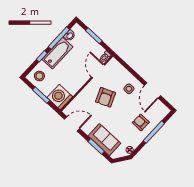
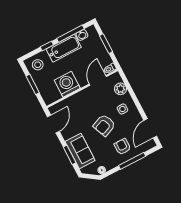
plant: (121, 72) -> (121, 89), added
door: (153, 90) -> (150, 128), moved
washing machine: (60, 97) -> (67, 84), moved
armchair: (106, 97) -> (104, 125), moved
door: (72, 124) -> (53, 124), hinge flipped

